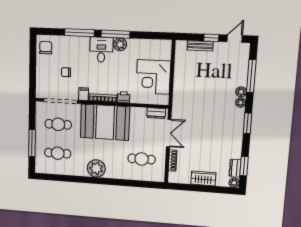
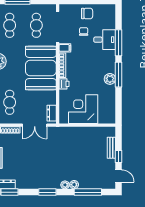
chair: (46, 48) -> (87, 14), moved
desk: (101, 50) -> (105, 40), moved

